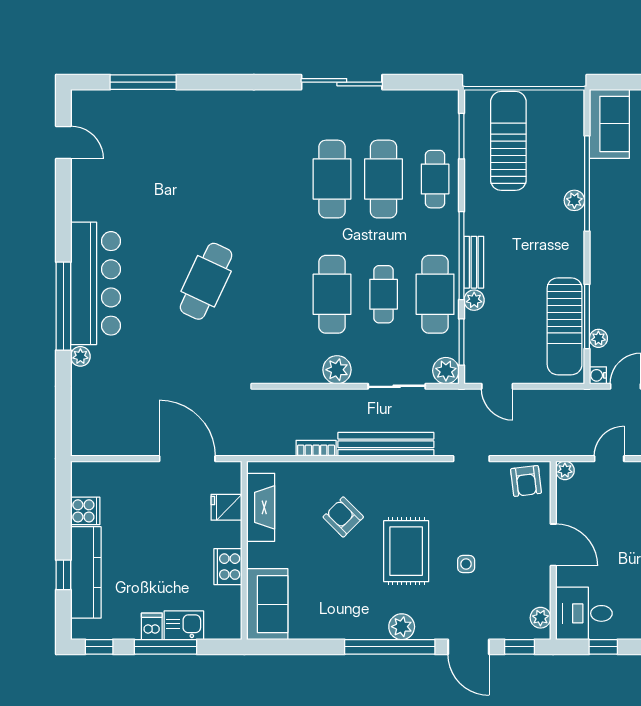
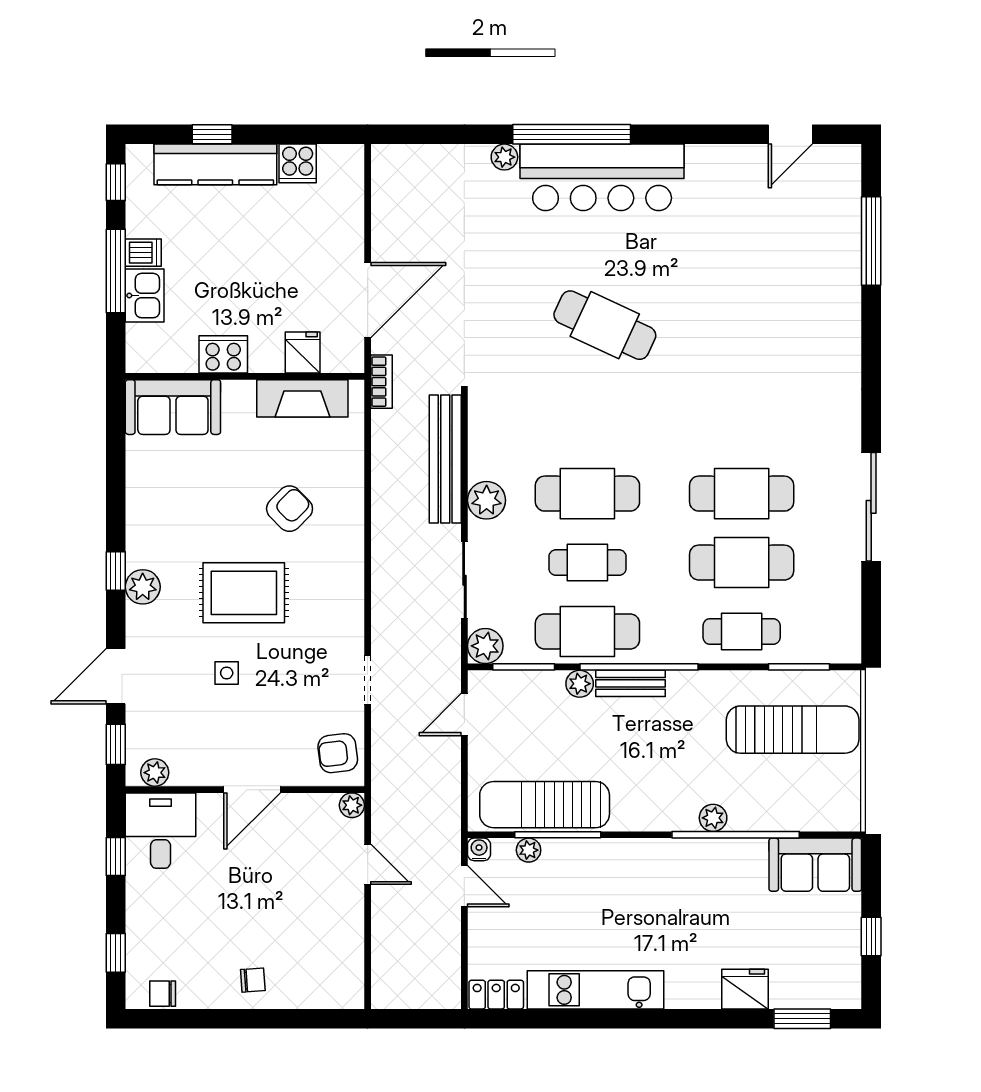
bench: (386, 444) -> (445, 459), moved
bookcase: (316, 448) -> (381, 382), moved
window: (390, 647) -> (116, 571), width x0.32

